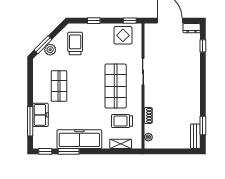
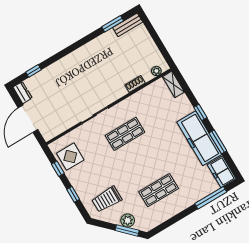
window: (130, 21) -> (58, 169), moved
shop shelf: (116, 86) -> (125, 134), width x0.70, depth x0.74
freezer: (41, 115) -> (222, 172), moved, turned -90
trolley: (122, 121) -> (156, 107), removed
shelving: (121, 144) -> (173, 84), moved
window: (45, 151) -> (200, 112), moved

